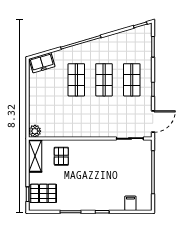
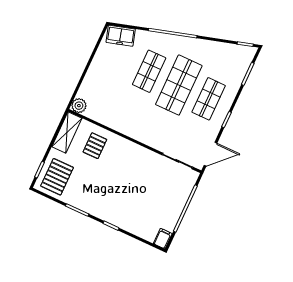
shop shelf: (104, 80) -> (179, 85), width x1.43, depth x1.36
pallet: (43, 193) -> (57, 177), turned 90
filing cabinet: (130, 203) -> (163, 239), moved

